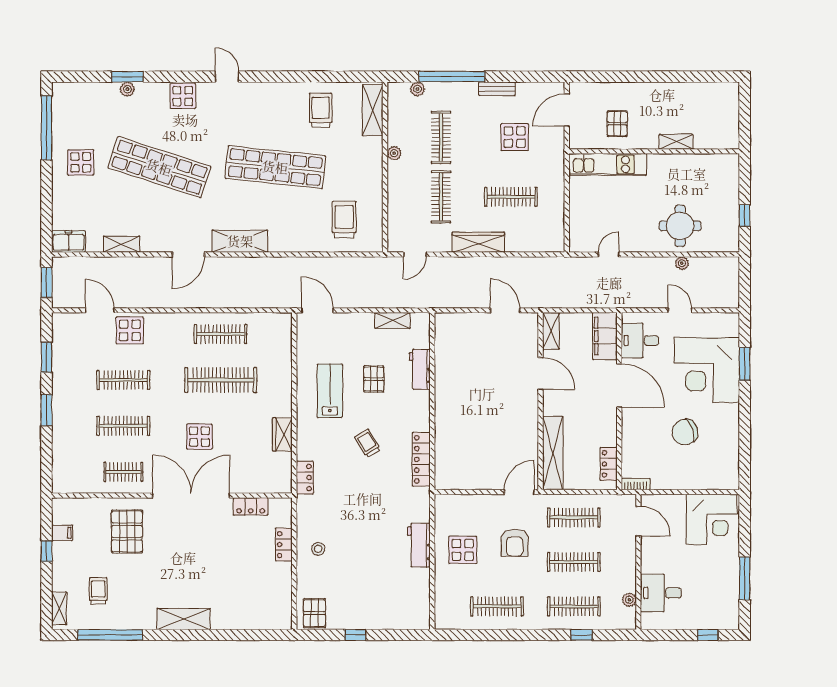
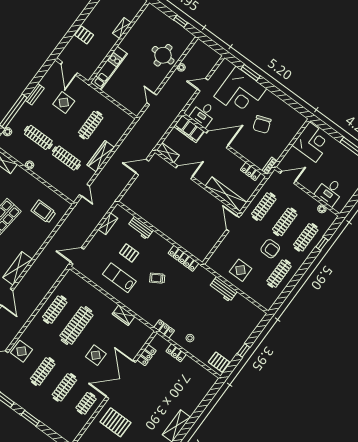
pallet: (617, 124) -> (84, 35), moved
locker: (305, 478) -> (164, 329), moved
armchair: (515, 543) -> (270, 249), moved

